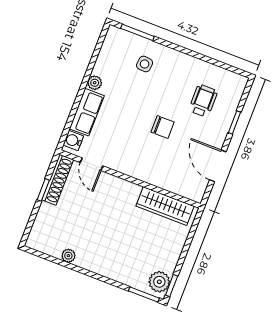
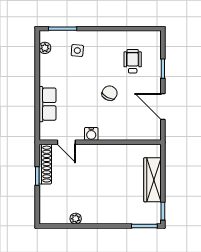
plant: (95, 83) -> (45, 48), moved
chair: (163, 127) -> (110, 93), turned -63
water cooler: (73, 141) -> (91, 134), moved, turned -90
wardrobe: (165, 206) -> (152, 180), moved, turned 90
plant: (159, 282) -> (152, 212), removed

